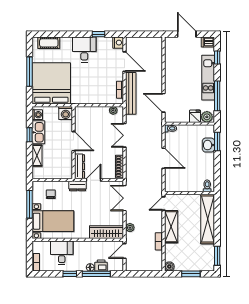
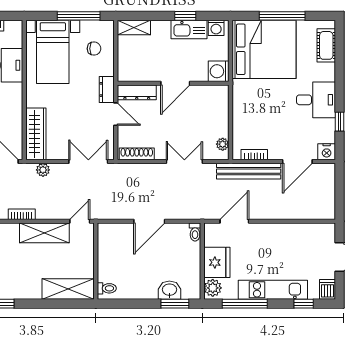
fridge: (195, 116) -> (217, 262), width x1.88, depth x1.34
shelving: (37, 156) -> (134, 27), moved
door: (164, 204) -> (80, 221), hinge flipped
shelving: (208, 219) -> (68, 289), width x0.68

